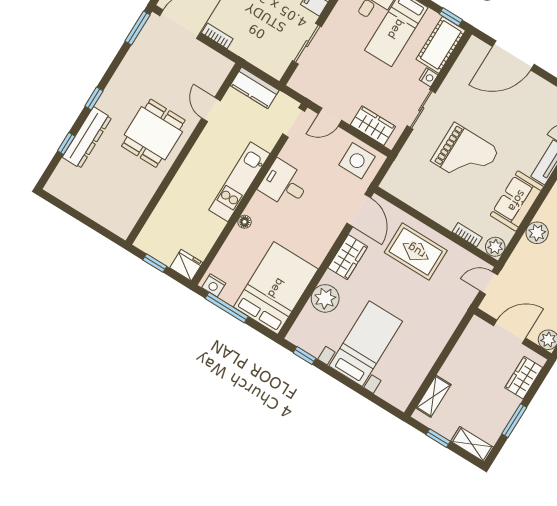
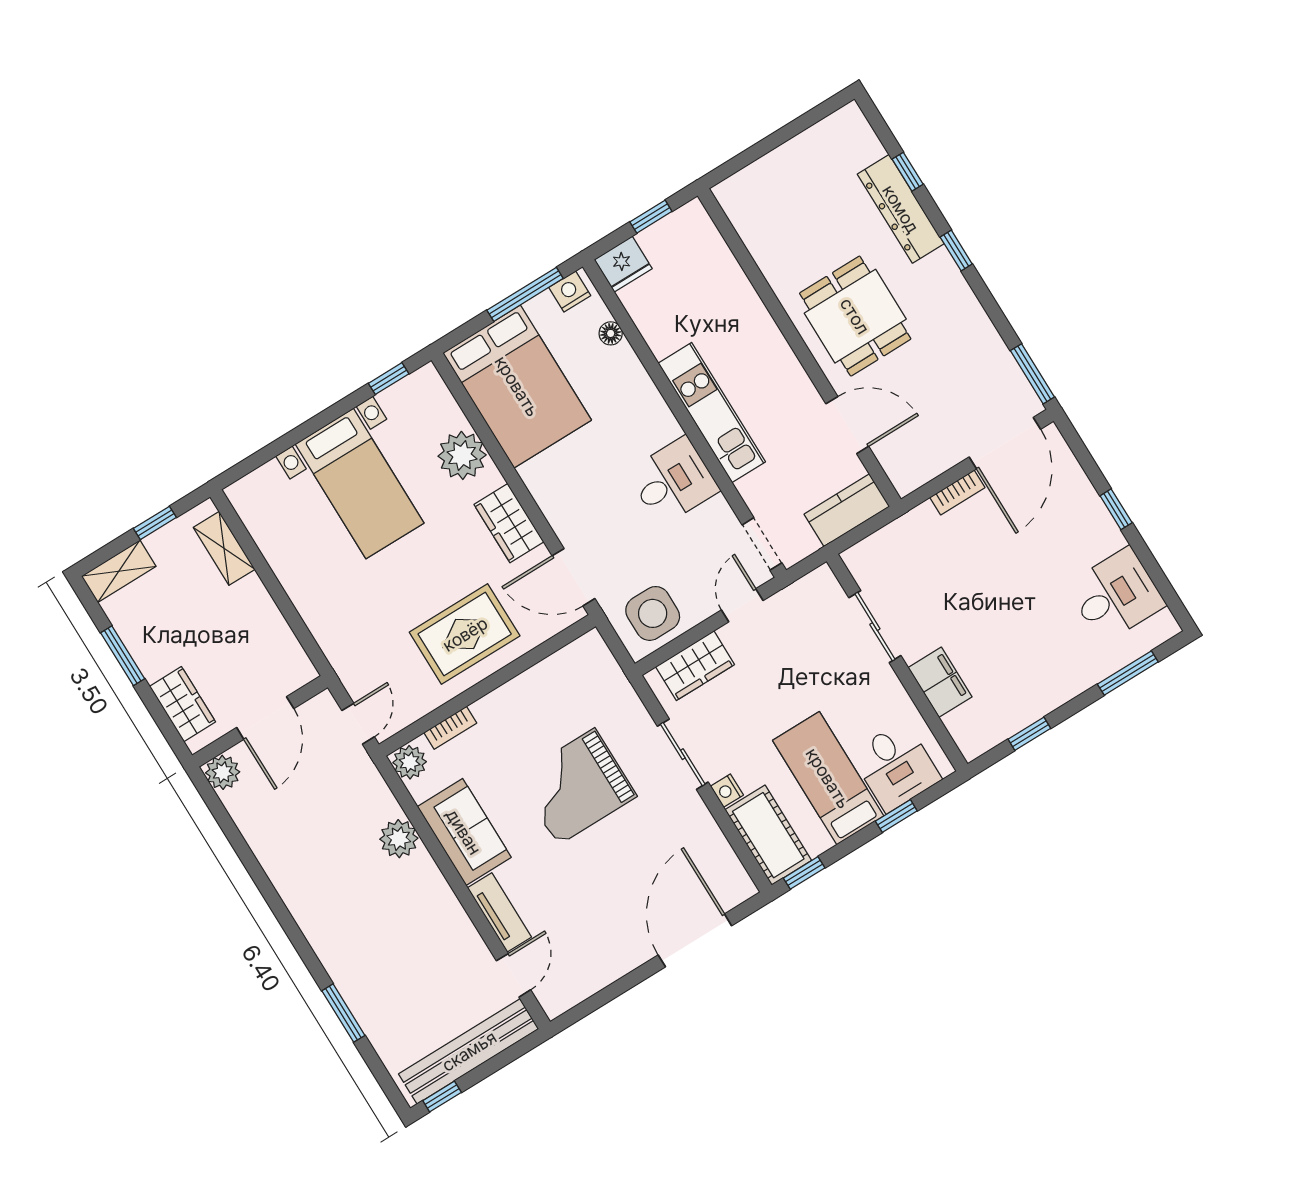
door: (211, 109) -> (847, 425), width x1.38
floor lamp: (244, 222) -> (611, 333), moved

